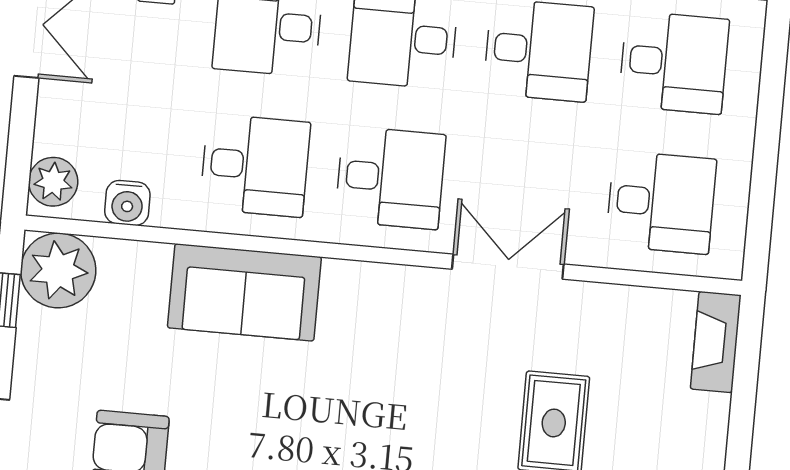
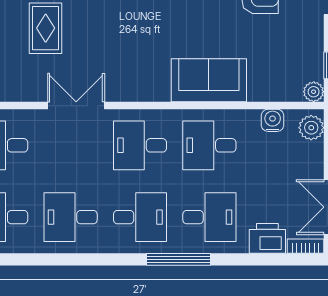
double door: (508, 267) -> (76, 106), swing flipped
plant: (58, 270) -> (314, 92), width x0.53, depth x0.53

